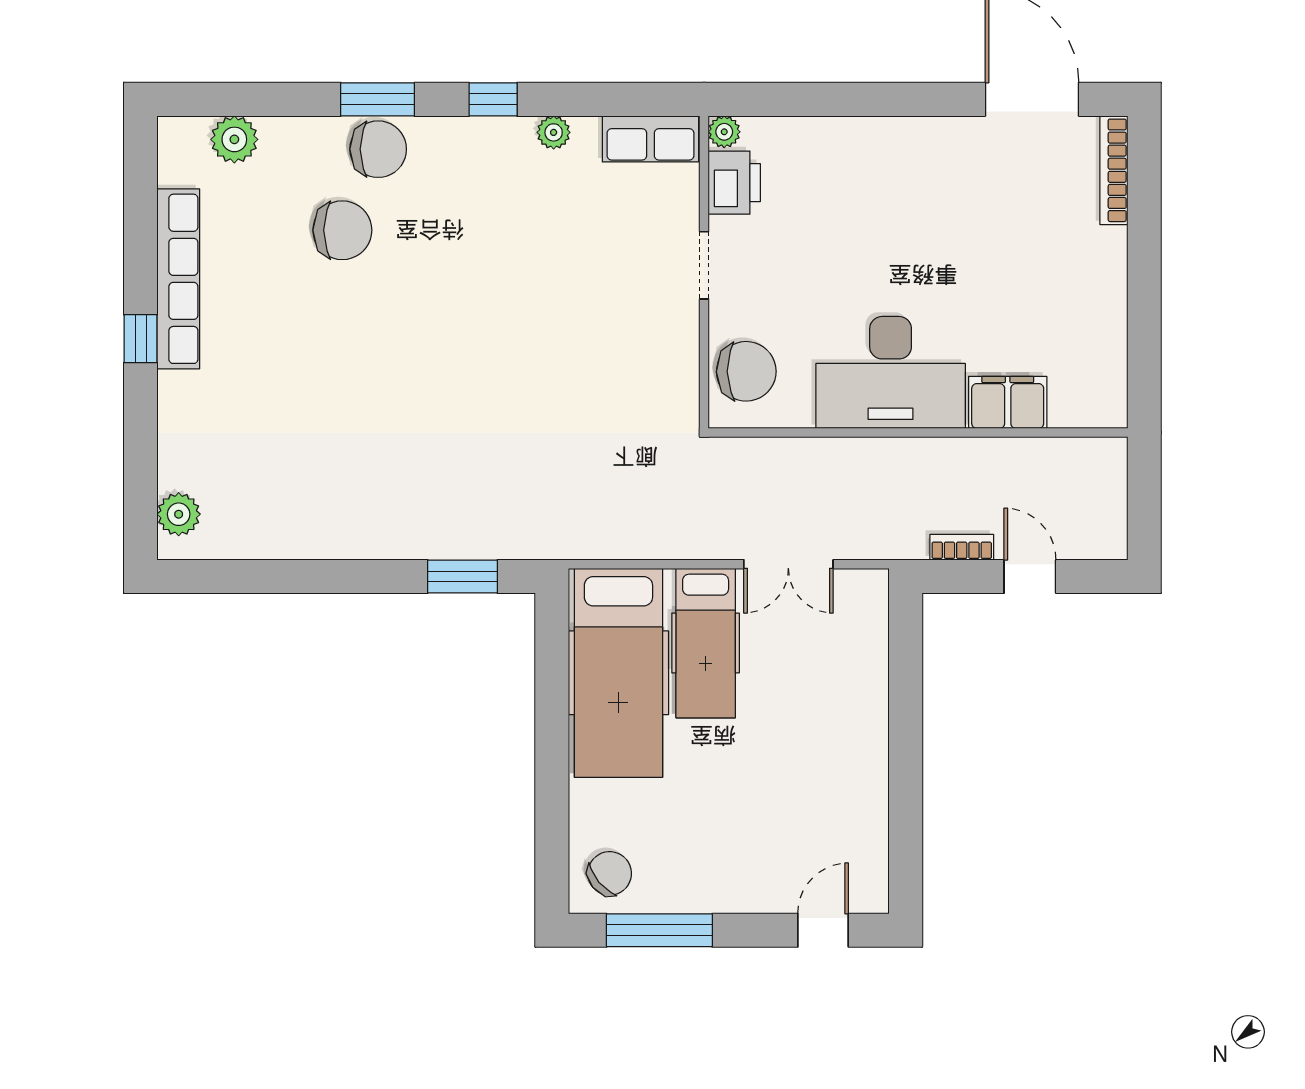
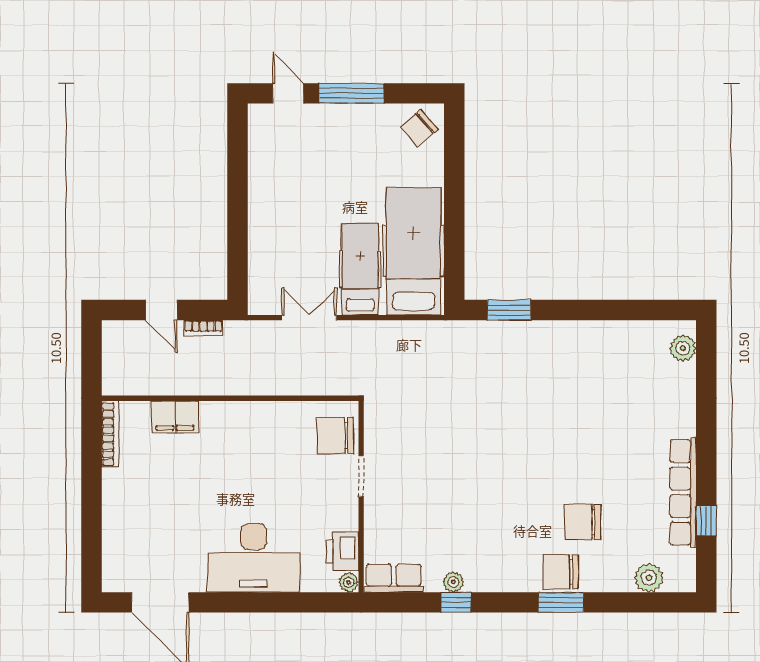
window: (493, 99) -> (456, 602), moved
bookcase: (1114, 170) -> (110, 434), moved
doorway: (704, 265) -> (361, 476), moved
window: (141, 339) -> (706, 521), moved
desk: (891, 372) -> (253, 558), moved, turned 180
window: (659, 930) -> (352, 93), moved
door: (823, 930) -> (288, 93), swing flipped

